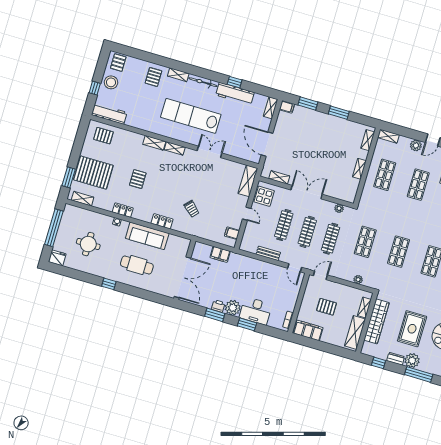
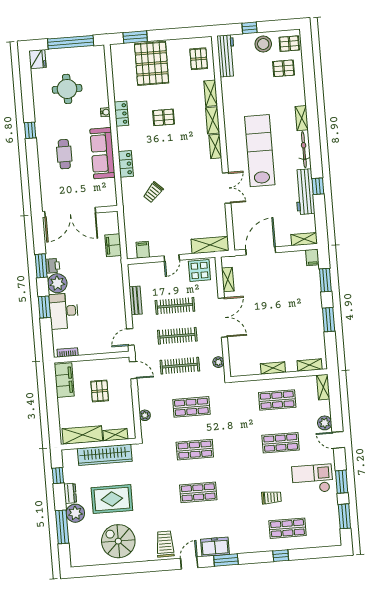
pallet: (153, 77) -> (284, 68), moved
shelving: (83, 199) -> (211, 93), moved
cafe table: (137, 265) -> (64, 154), width x0.73, depth x0.74

